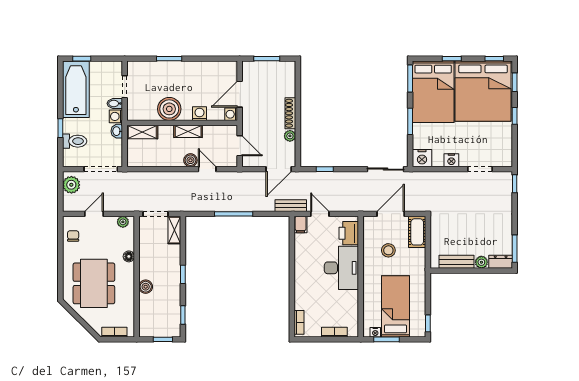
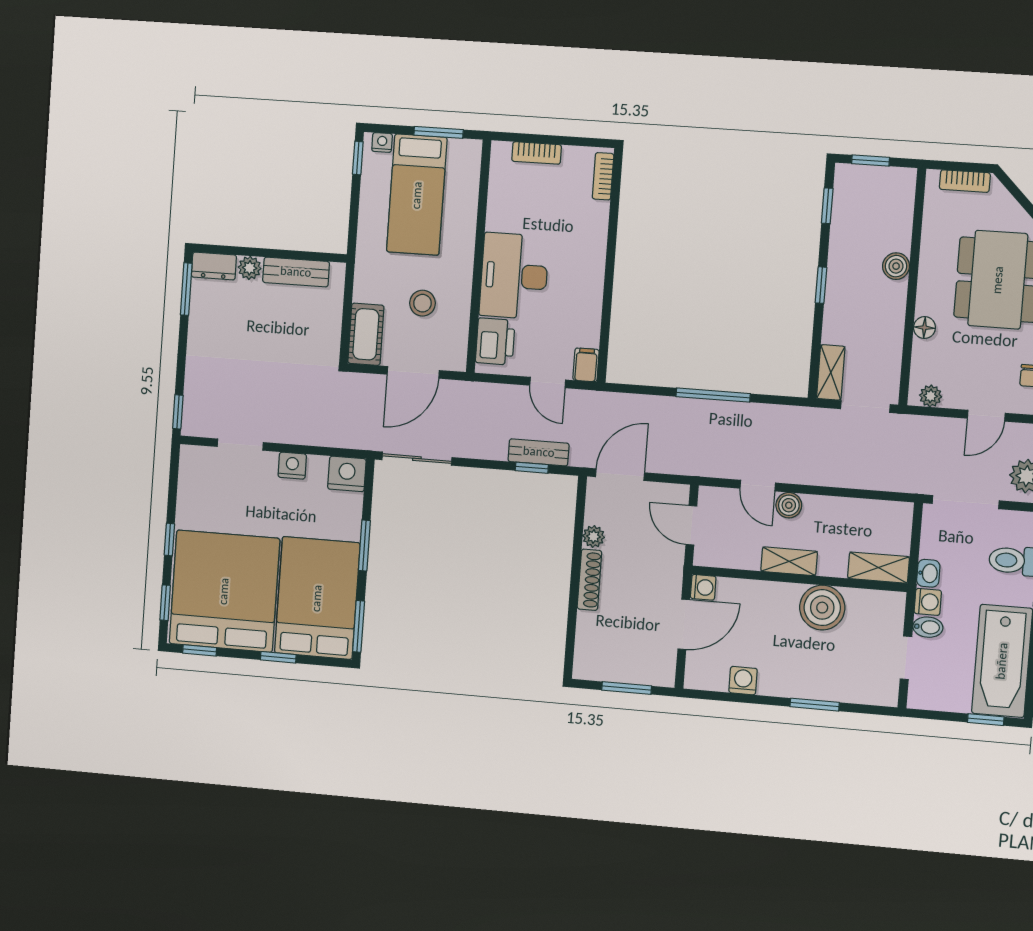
washing machine: (199, 114) -> (743, 681), moved, turned 180
bench: (291, 206) -> (539, 452), moved
nightstand: (375, 332) -> (382, 142), moved

